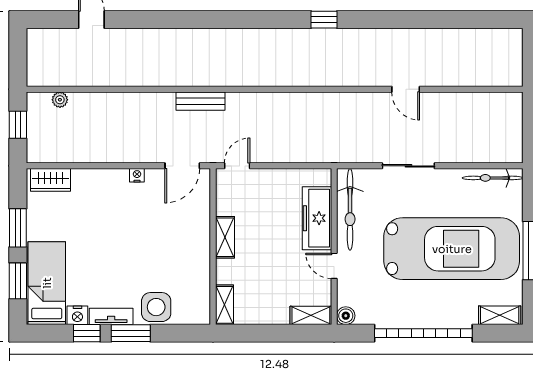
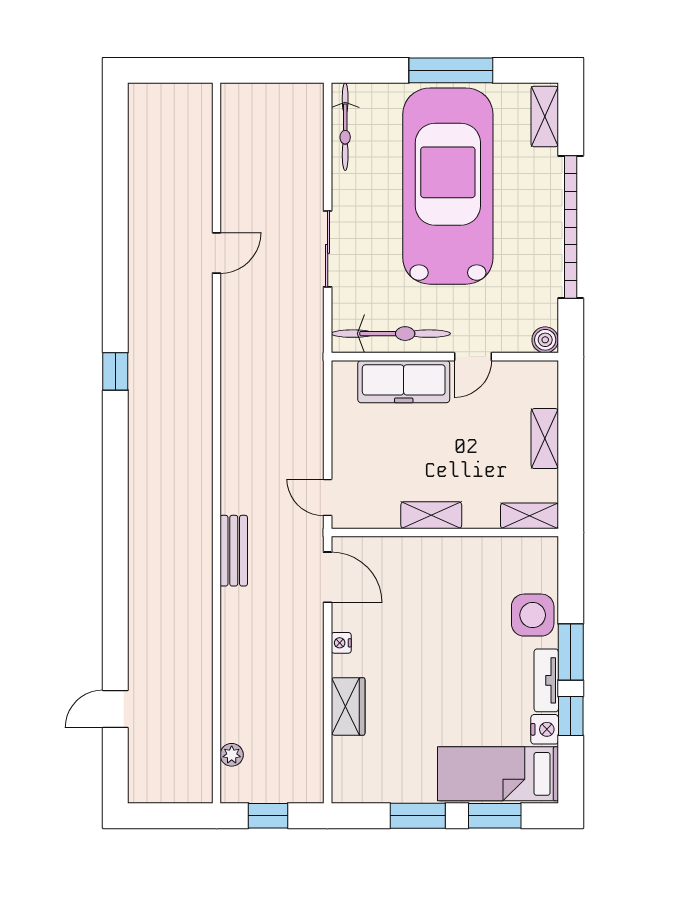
wardrobe: (51, 180) -> (348, 706), moved
shelving: (311, 315) -> (545, 439), moved

